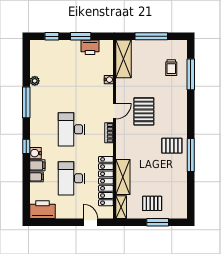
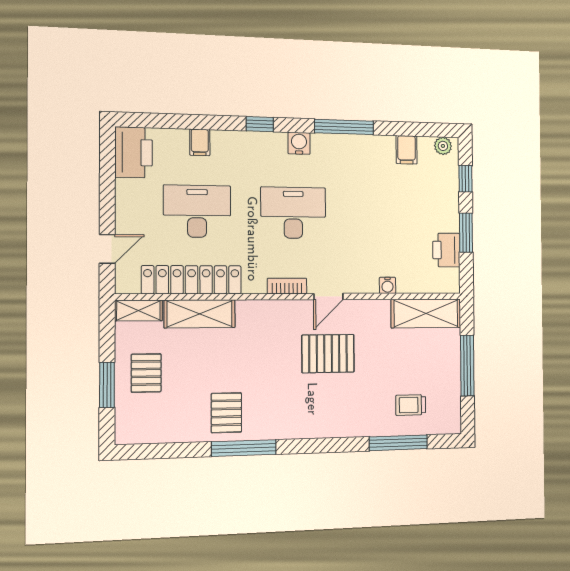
plant: (35, 81) -> (443, 146), moved
door: (114, 111) -> (328, 297), hinge flipped
pallet: (172, 146) -> (226, 413), moved
water cooler: (35, 153) -> (299, 143), moved
filing cabinet: (37, 165) -> (407, 150), moved

